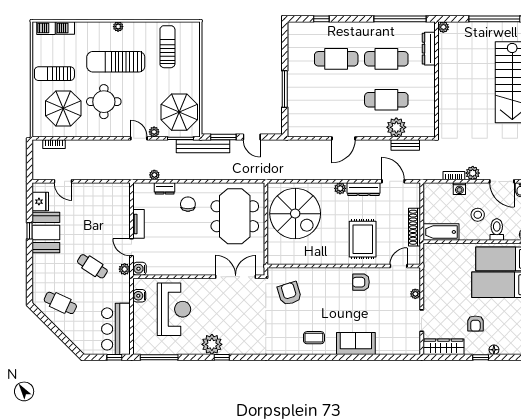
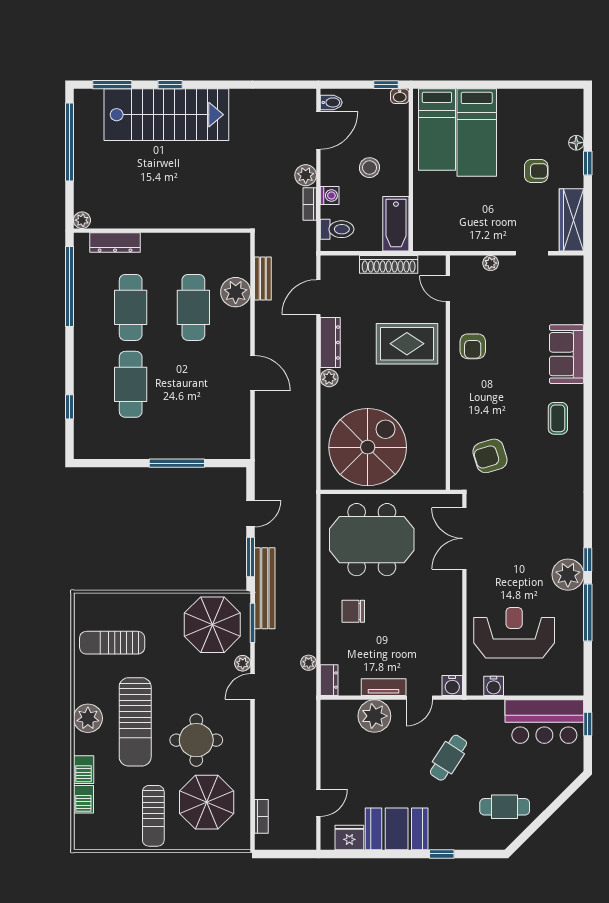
plant: (118, 27) -> (88, 718), width x1.87, depth x1.87
barbecue: (46, 28) -> (84, 770), moved
dresser: (165, 188) -> (329, 680), moved
toilet: (497, 230) -> (337, 229), moved, turned 180
window: (30, 231) -> (442, 854), moved
plant: (125, 269) -> (374, 716), moved, width x1.87, depth x1.87
cafe table: (60, 303) -> (505, 807), turned 65
window: (159, 357) -> (588, 612), moved

